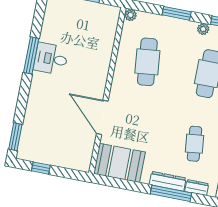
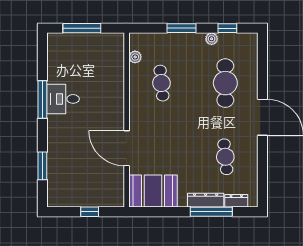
plant: (131, 15) -> (135, 57), moved
cafe table: (147, 62) -> (161, 83), width x0.73, depth x0.74
window: (15, 137) -> (42, 166), moved
window: (41, 168) -> (90, 212), moved

